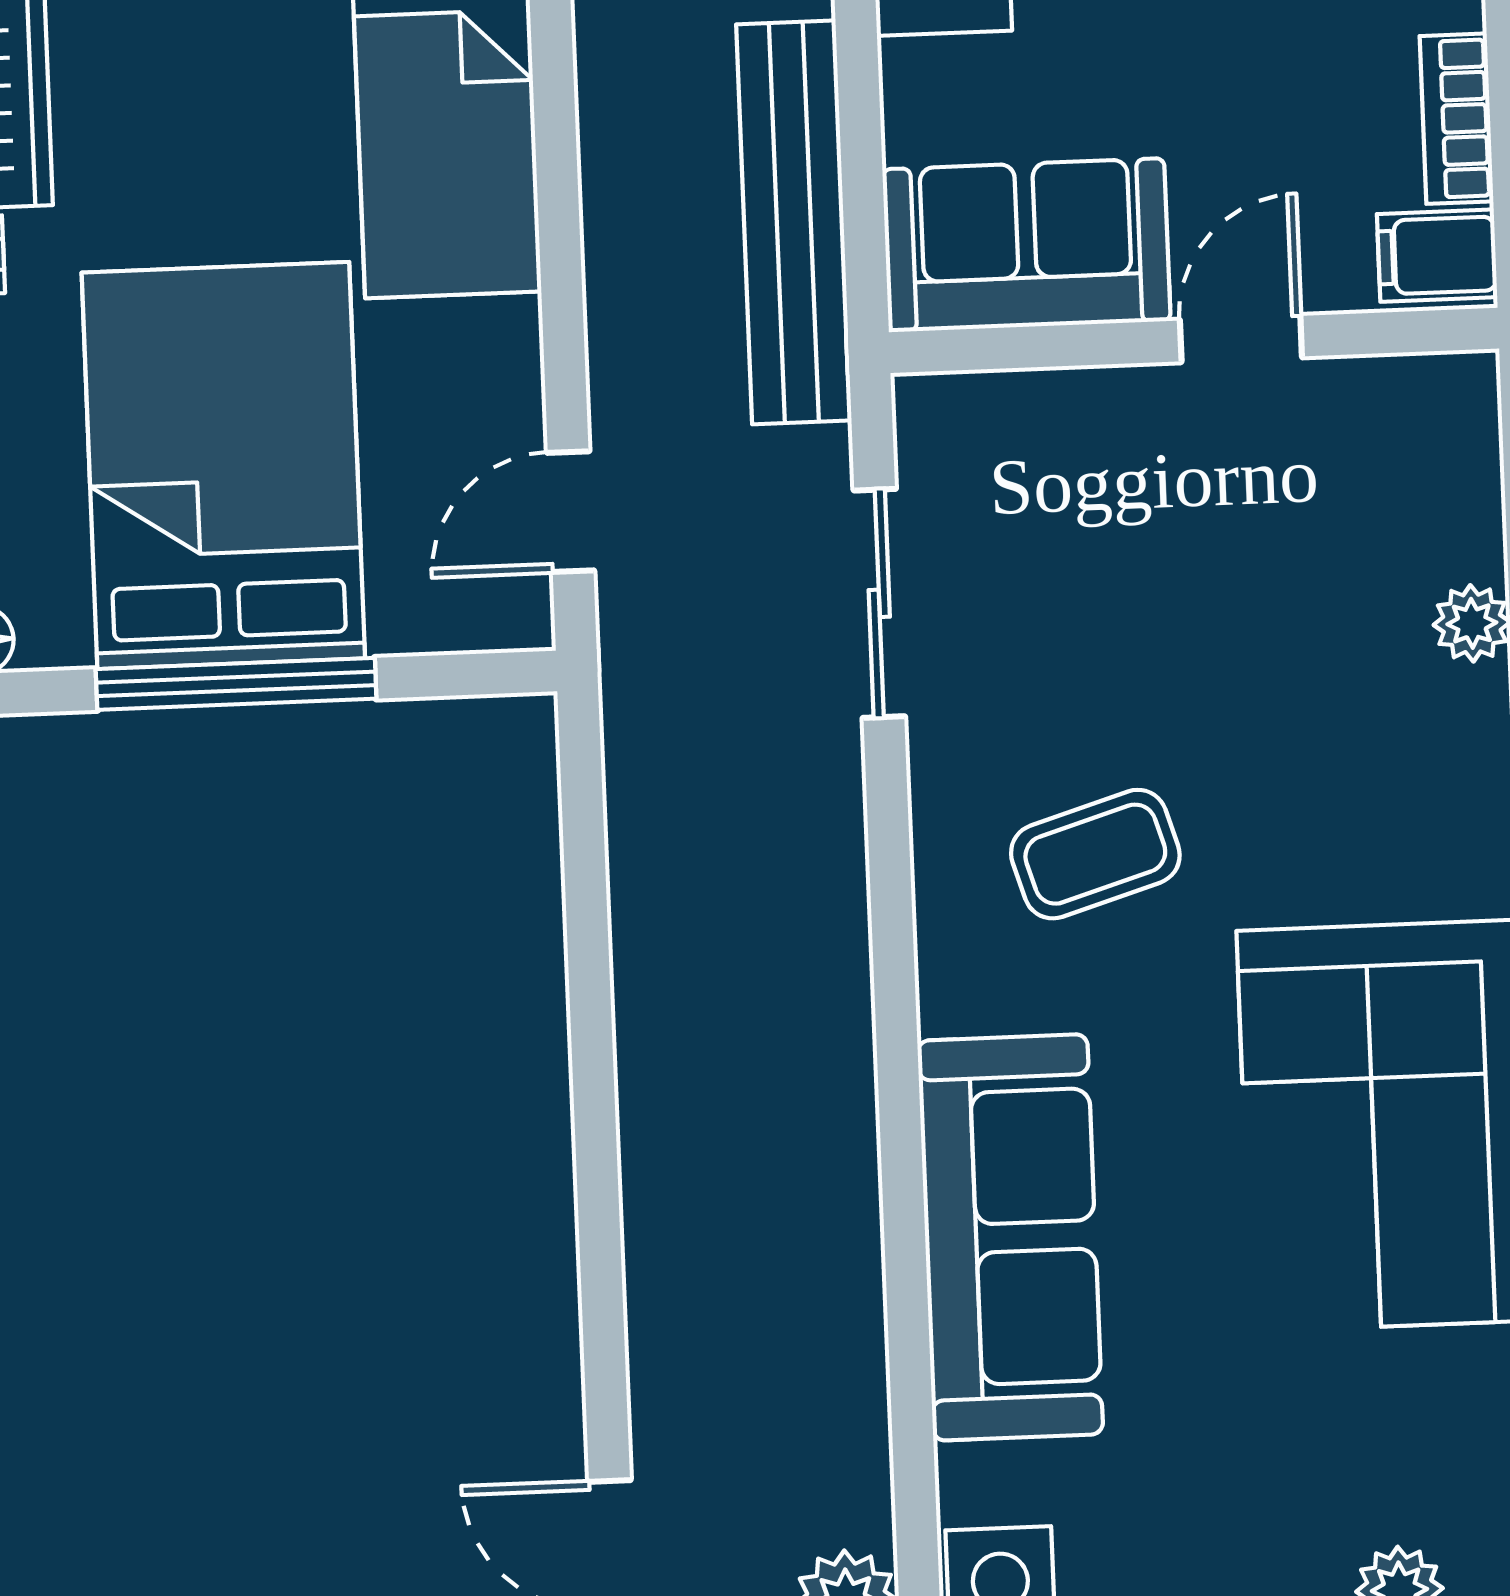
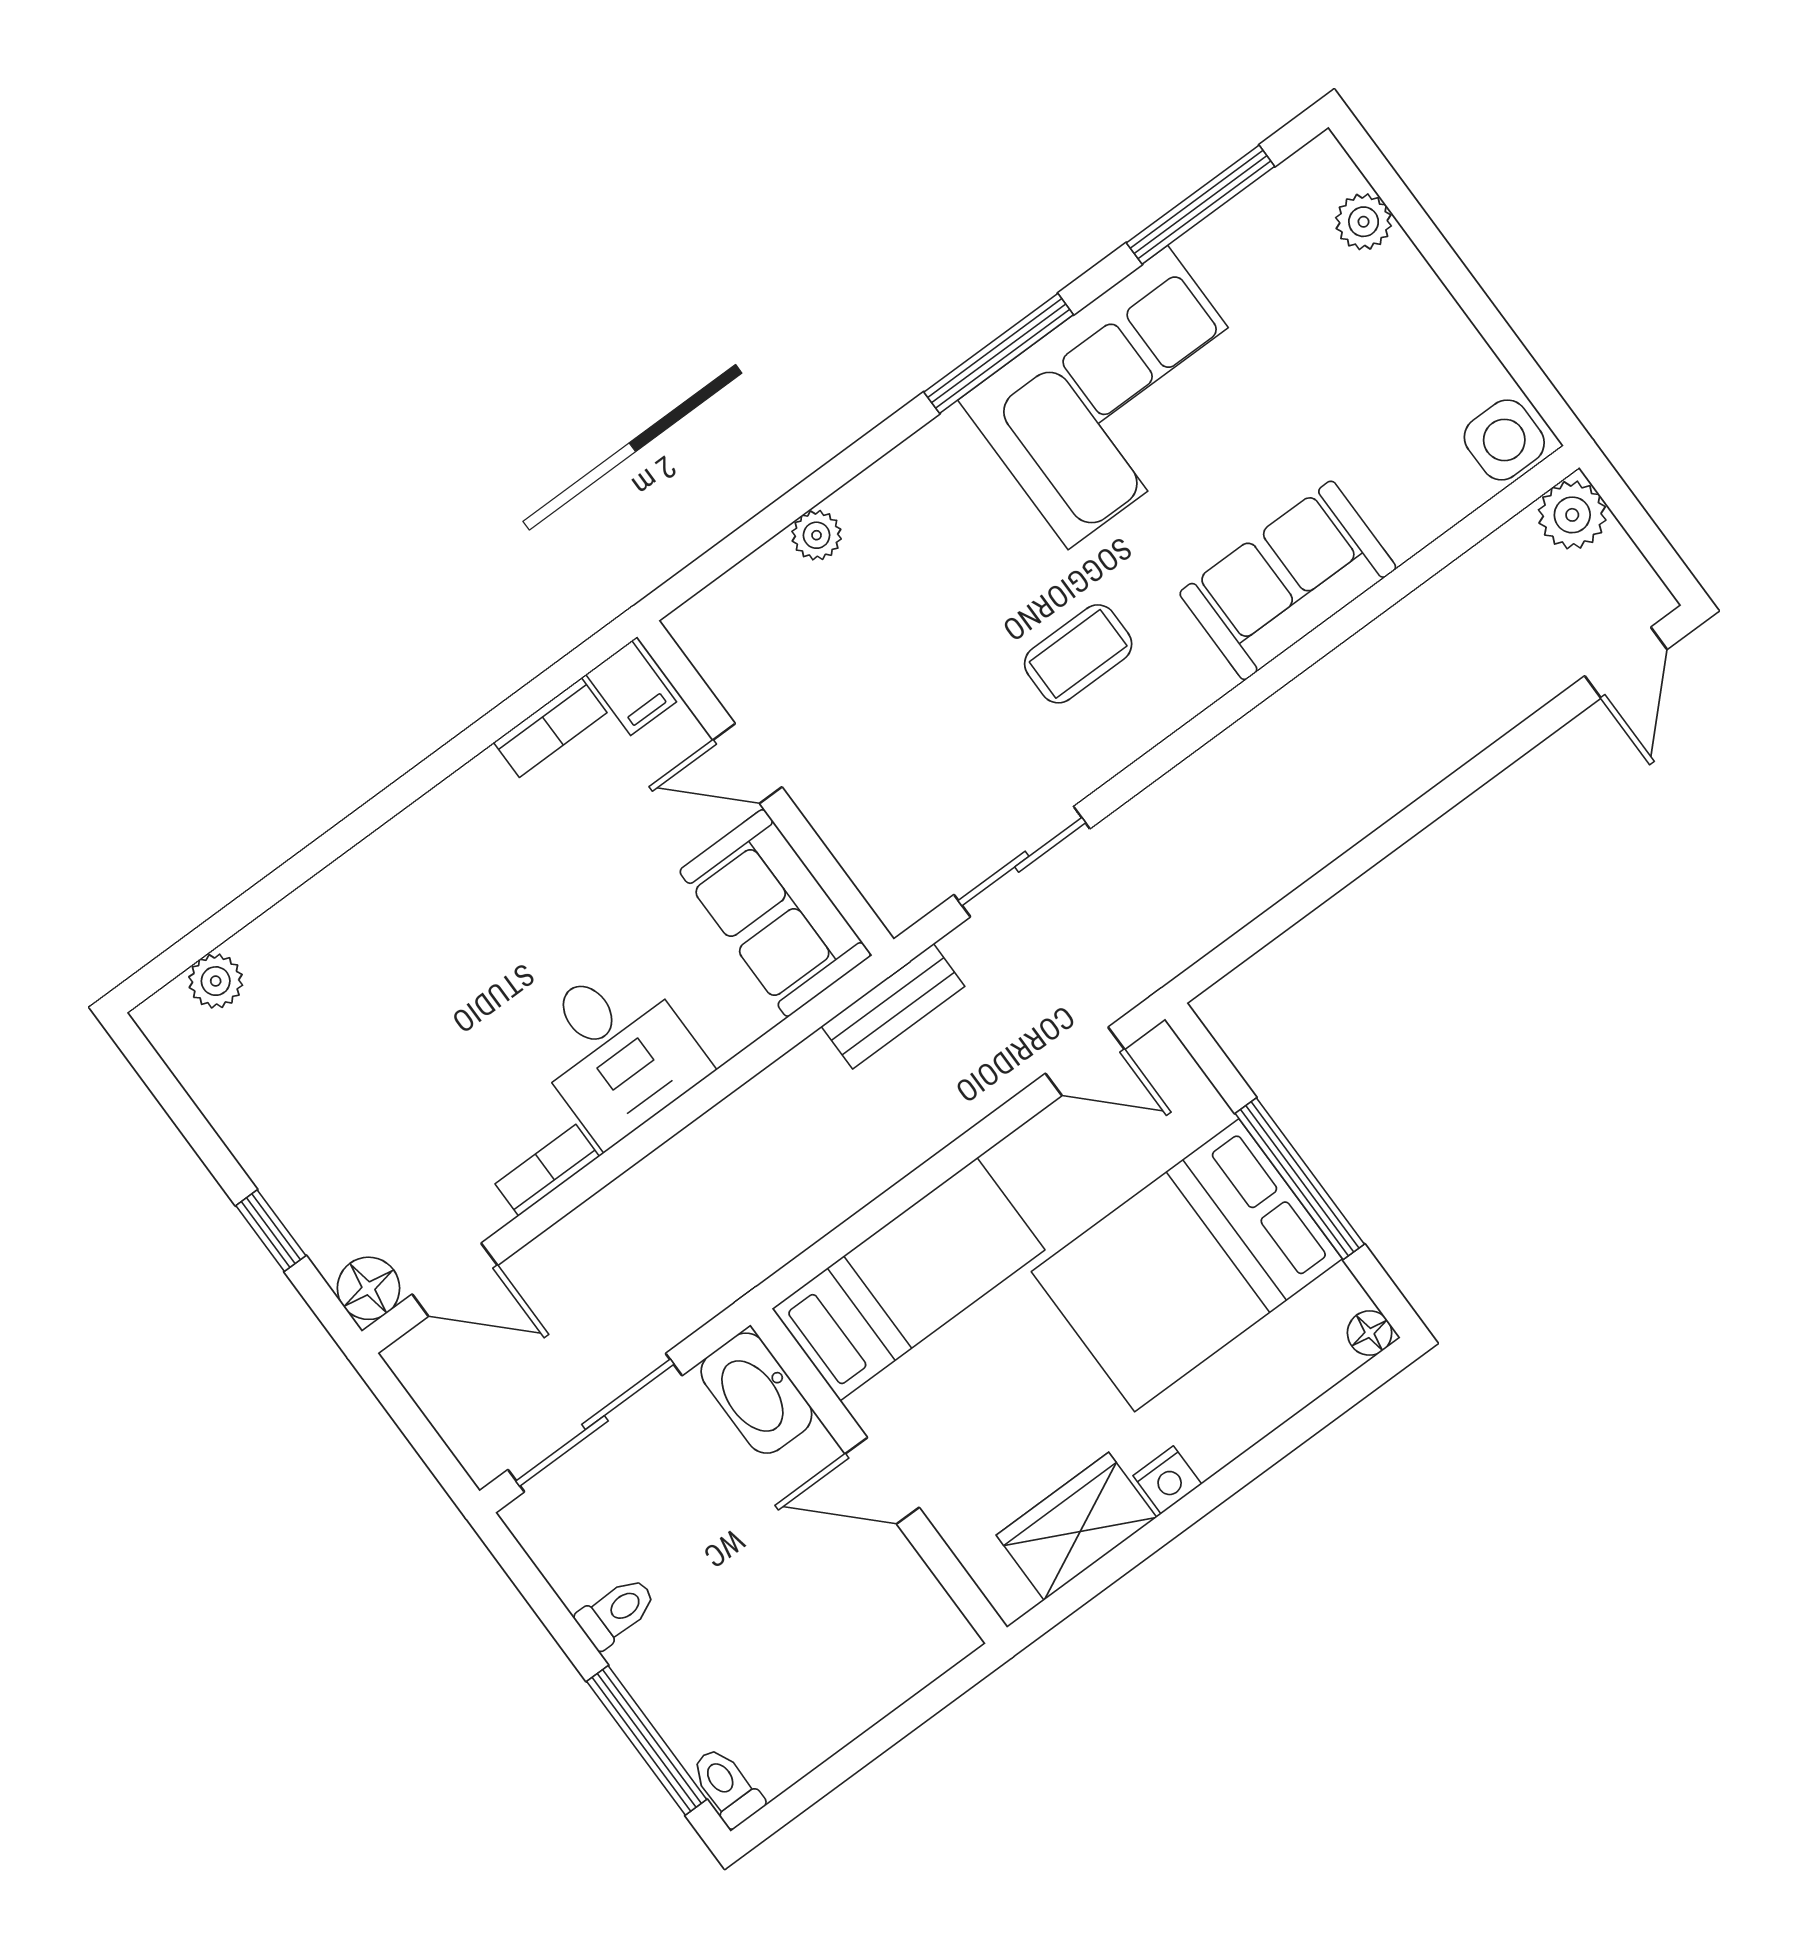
bench: (794, 222) -> (893, 1006), width x0.54, depth x0.82
coffee table: (1095, 854) -> (1078, 654), turned -73
sofa: (1010, 1237) -> (1288, 580), width x0.73

